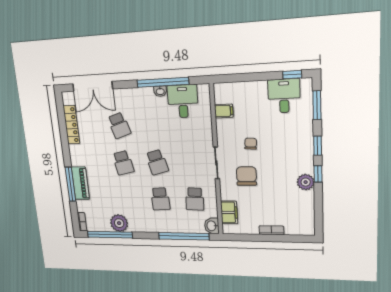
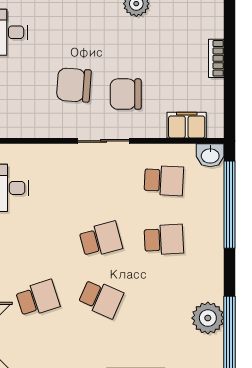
filing cabinet: (224, 111) -> (21, 124), removed
chair: (251, 144) -> (74, 85), width x1.87, depth x1.87
school desk: (123, 163) -> (101, 299), turned 36

